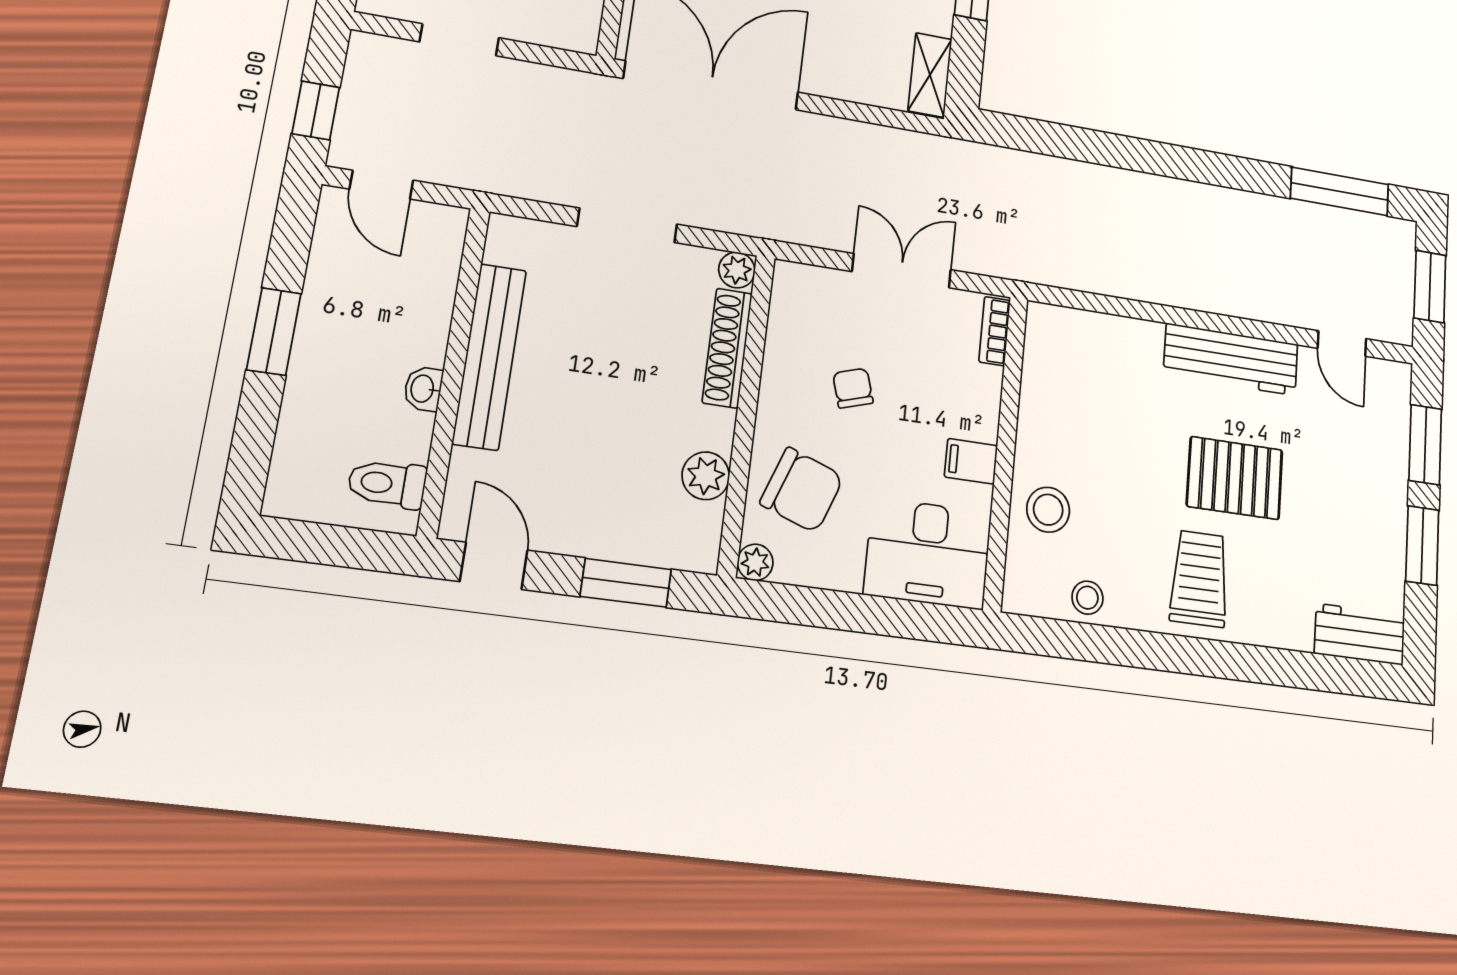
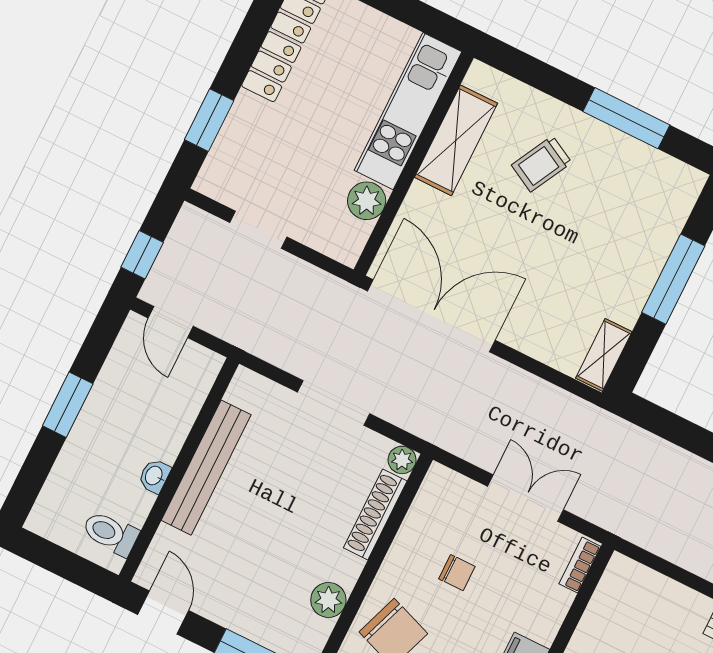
chair: (853, 388) -> (457, 573), turned 107

